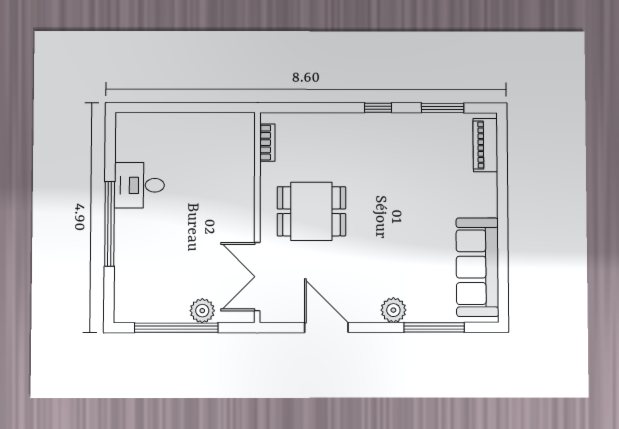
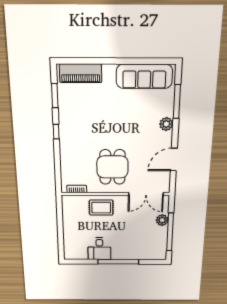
piano: (485, 145) -> (81, 73), width x1.37, depth x1.33
rug: (229, 189) -> (101, 208), added

